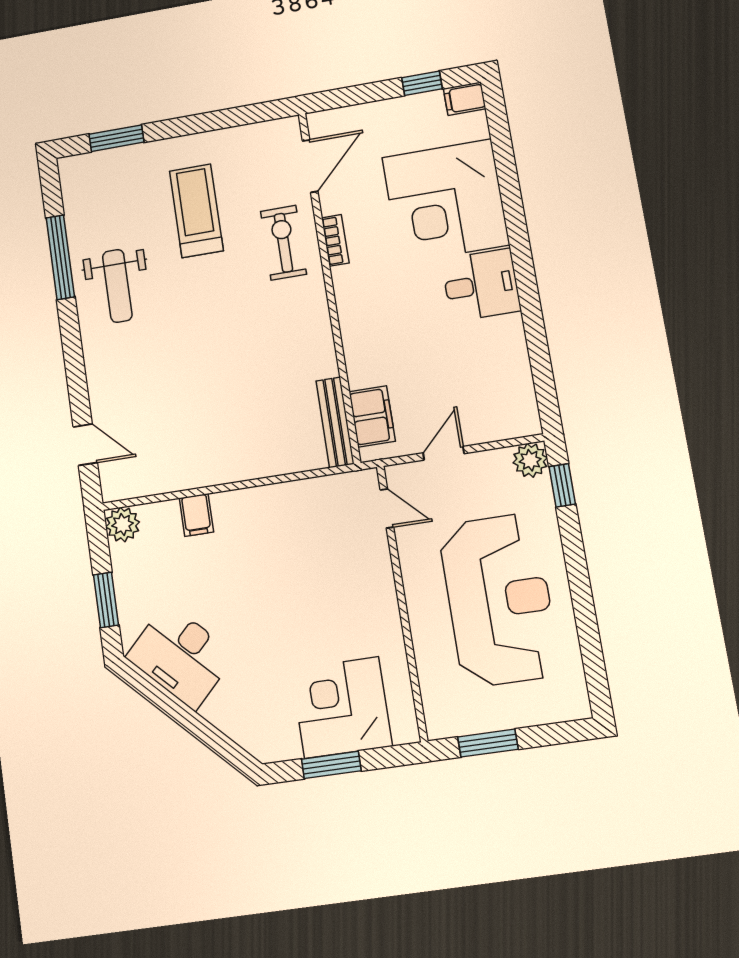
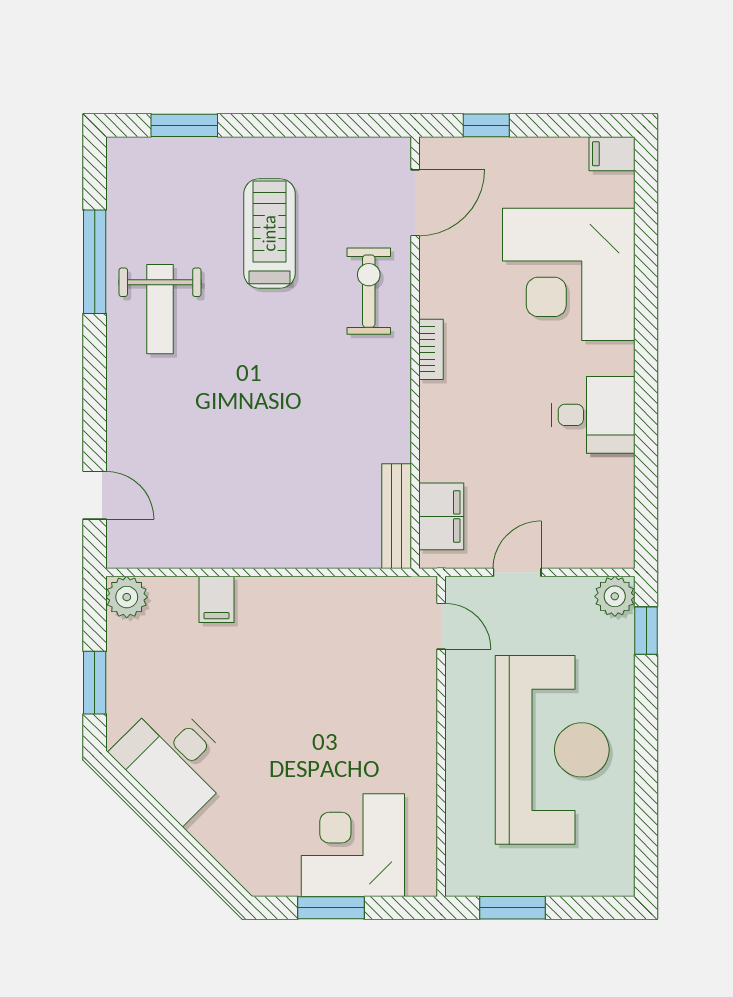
window: (422, 83) -> (486, 125), moved
bookcase: (335, 240) -> (431, 349), moved
desk: (481, 285) -> (593, 415), moved

